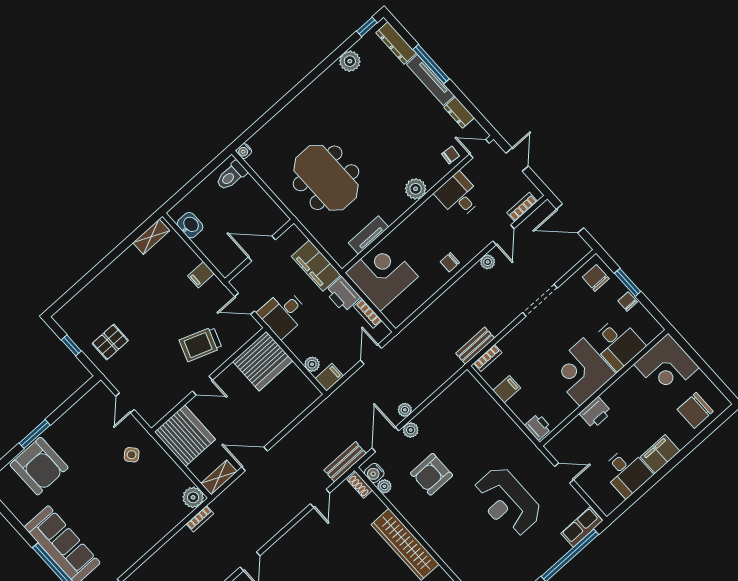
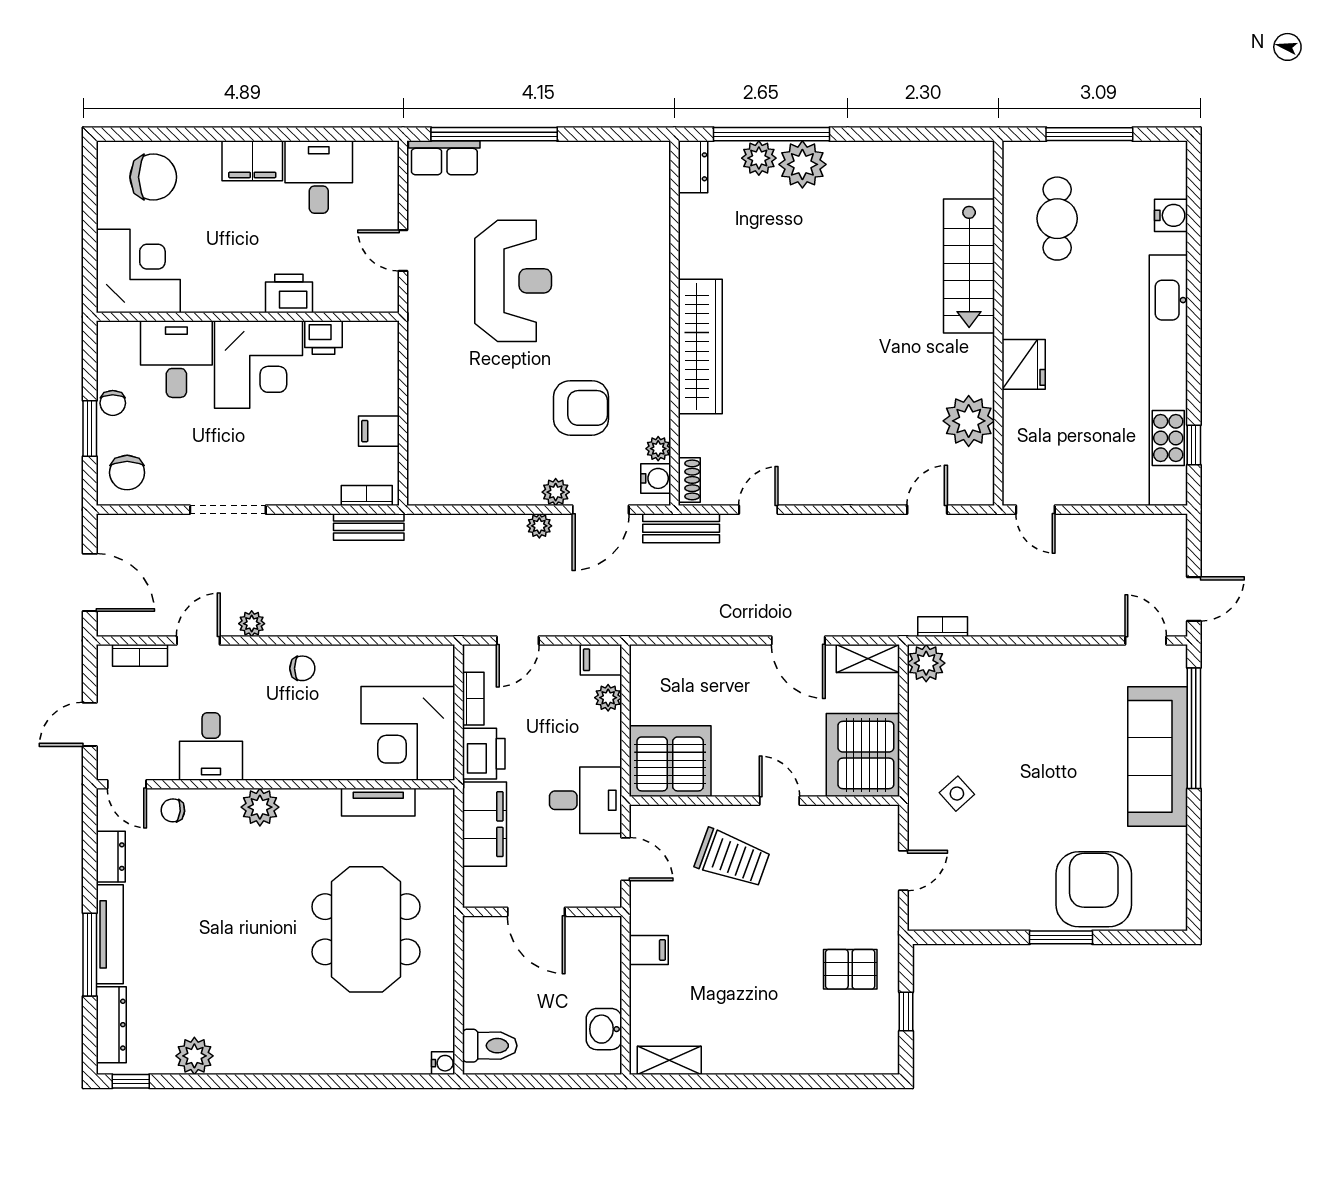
printer: (538, 427) -> (324, 338), moved, turned -90

